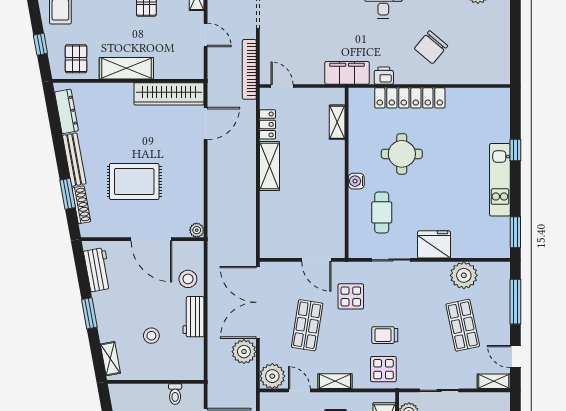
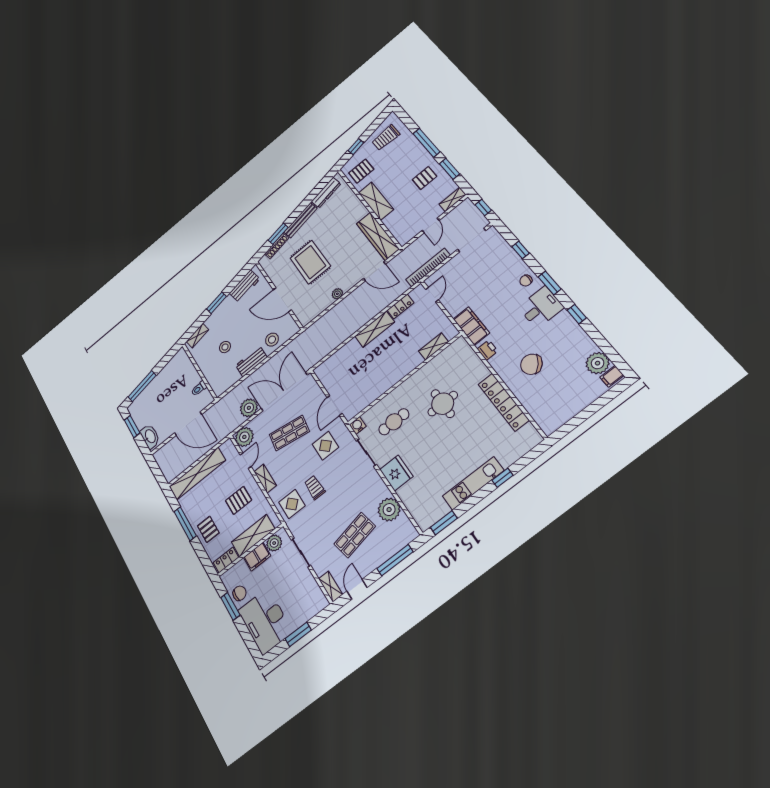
locker: (410, 98) -> (504, 402), moved
water cooler: (356, 181) -> (358, 425), moved
plant: (197, 230) -> (337, 294), moved
door: (151, 239) -> (282, 300), hinge flipped

